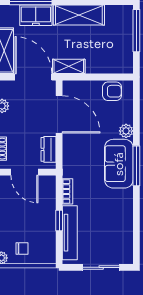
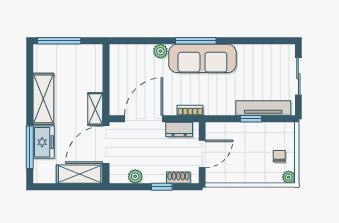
armchair: (112, 91) -> (120, 65), removed
sofa: (119, 164) -> (202, 58), width x1.36
bookcase: (68, 191) -> (190, 110), moved

